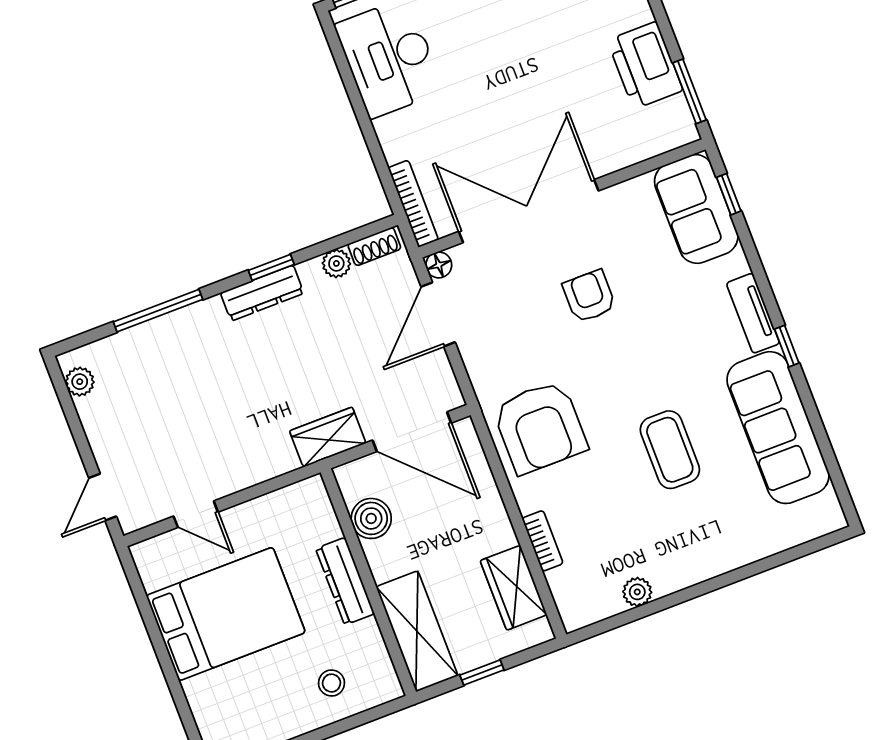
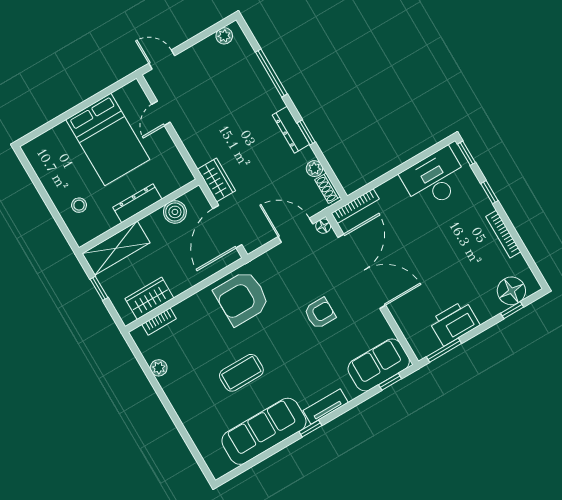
bookcase: (543, 541) -> (159, 321), moved

